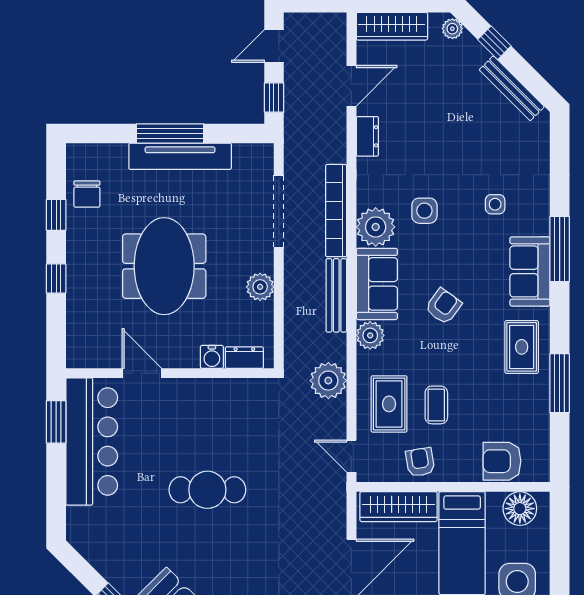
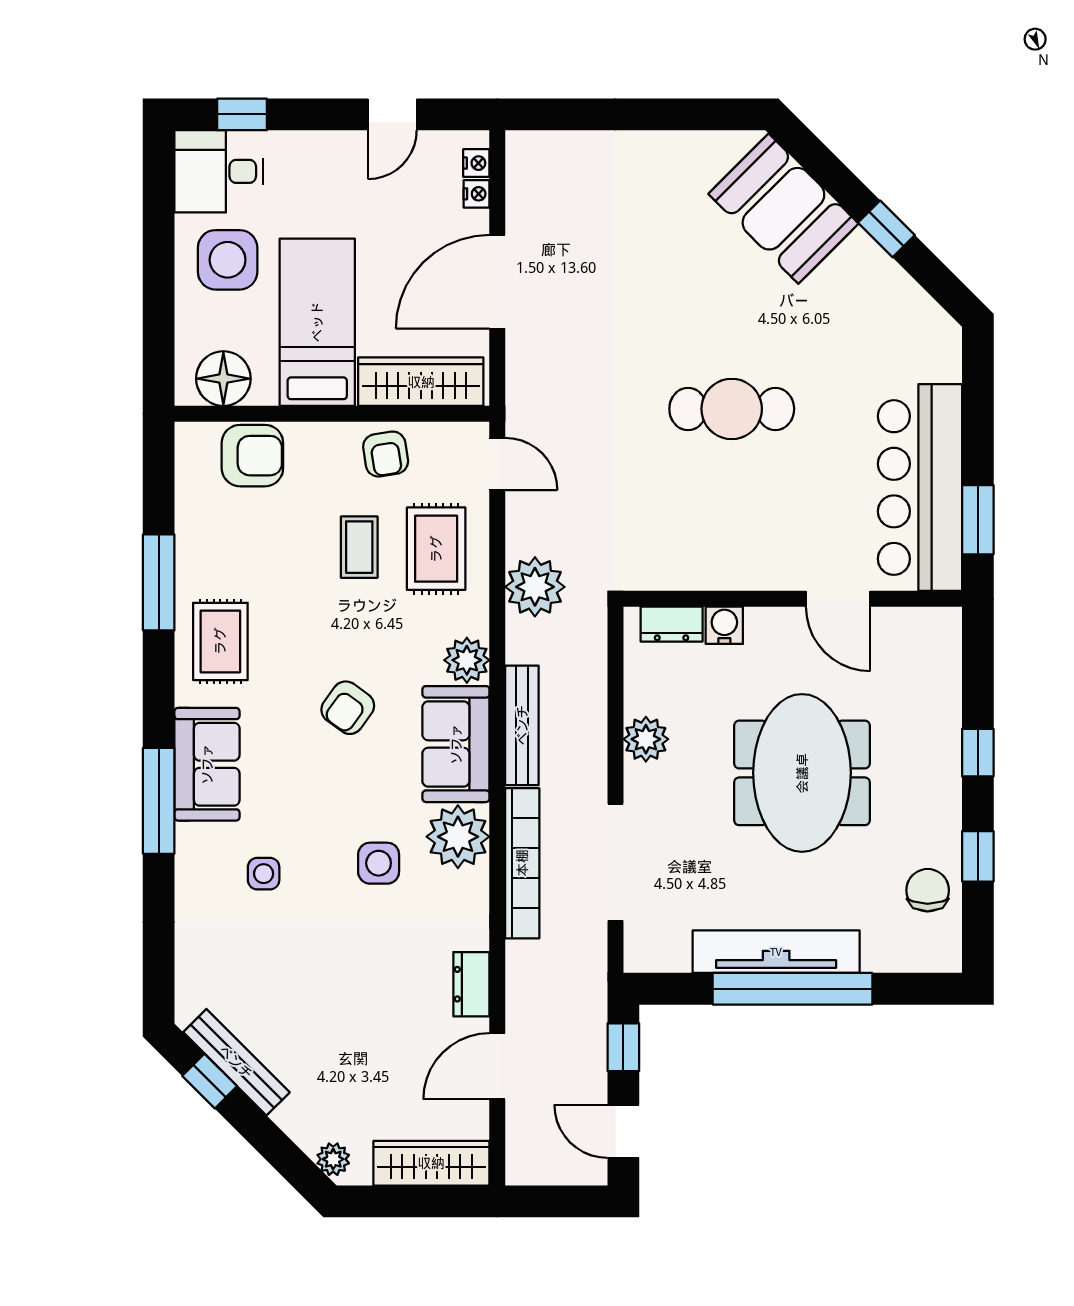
window: (494, 43) -> (210, 1081), moved
door: (274, 46) -> (623, 1131), swing flipped
window: (170, 133) -> (793, 989), width x1.46

